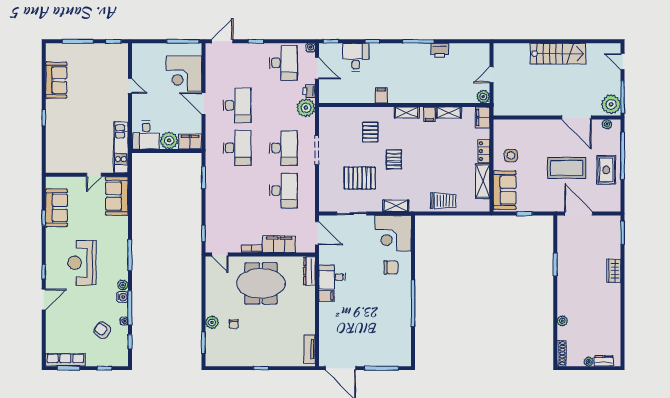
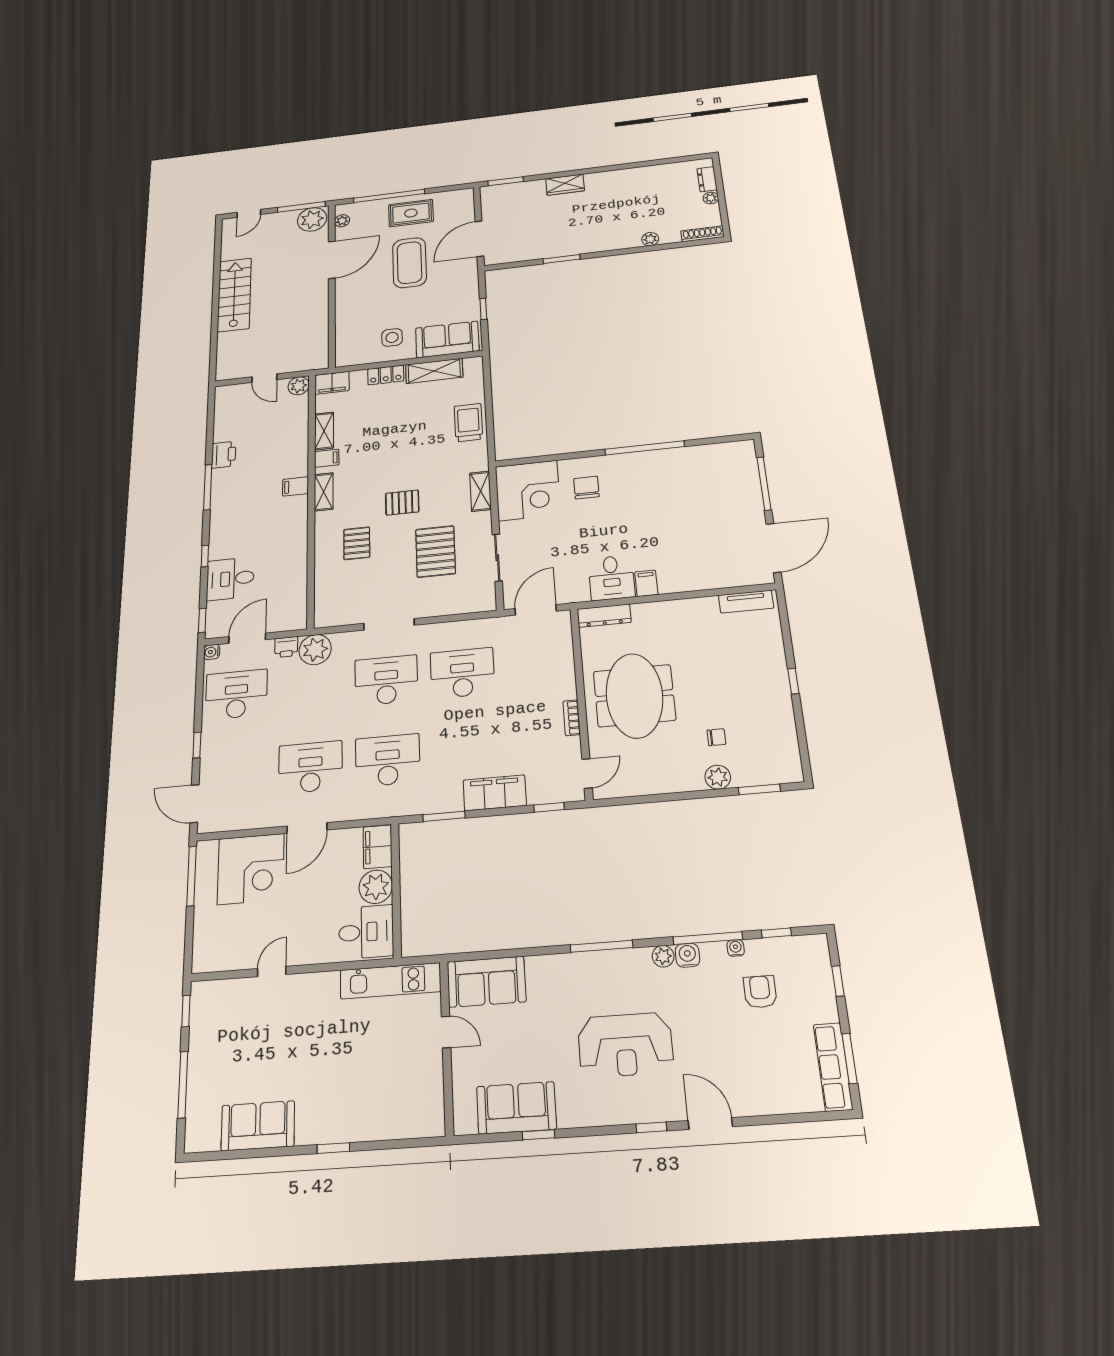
filing cabinet: (381, 95) -> (296, 486), moved
pallet: (370, 132) -> (357, 543), turned 90
filing cabinet: (279, 244) -> (495, 793), moved, turned 90
armchair: (102, 330) -> (760, 992), turned 144

